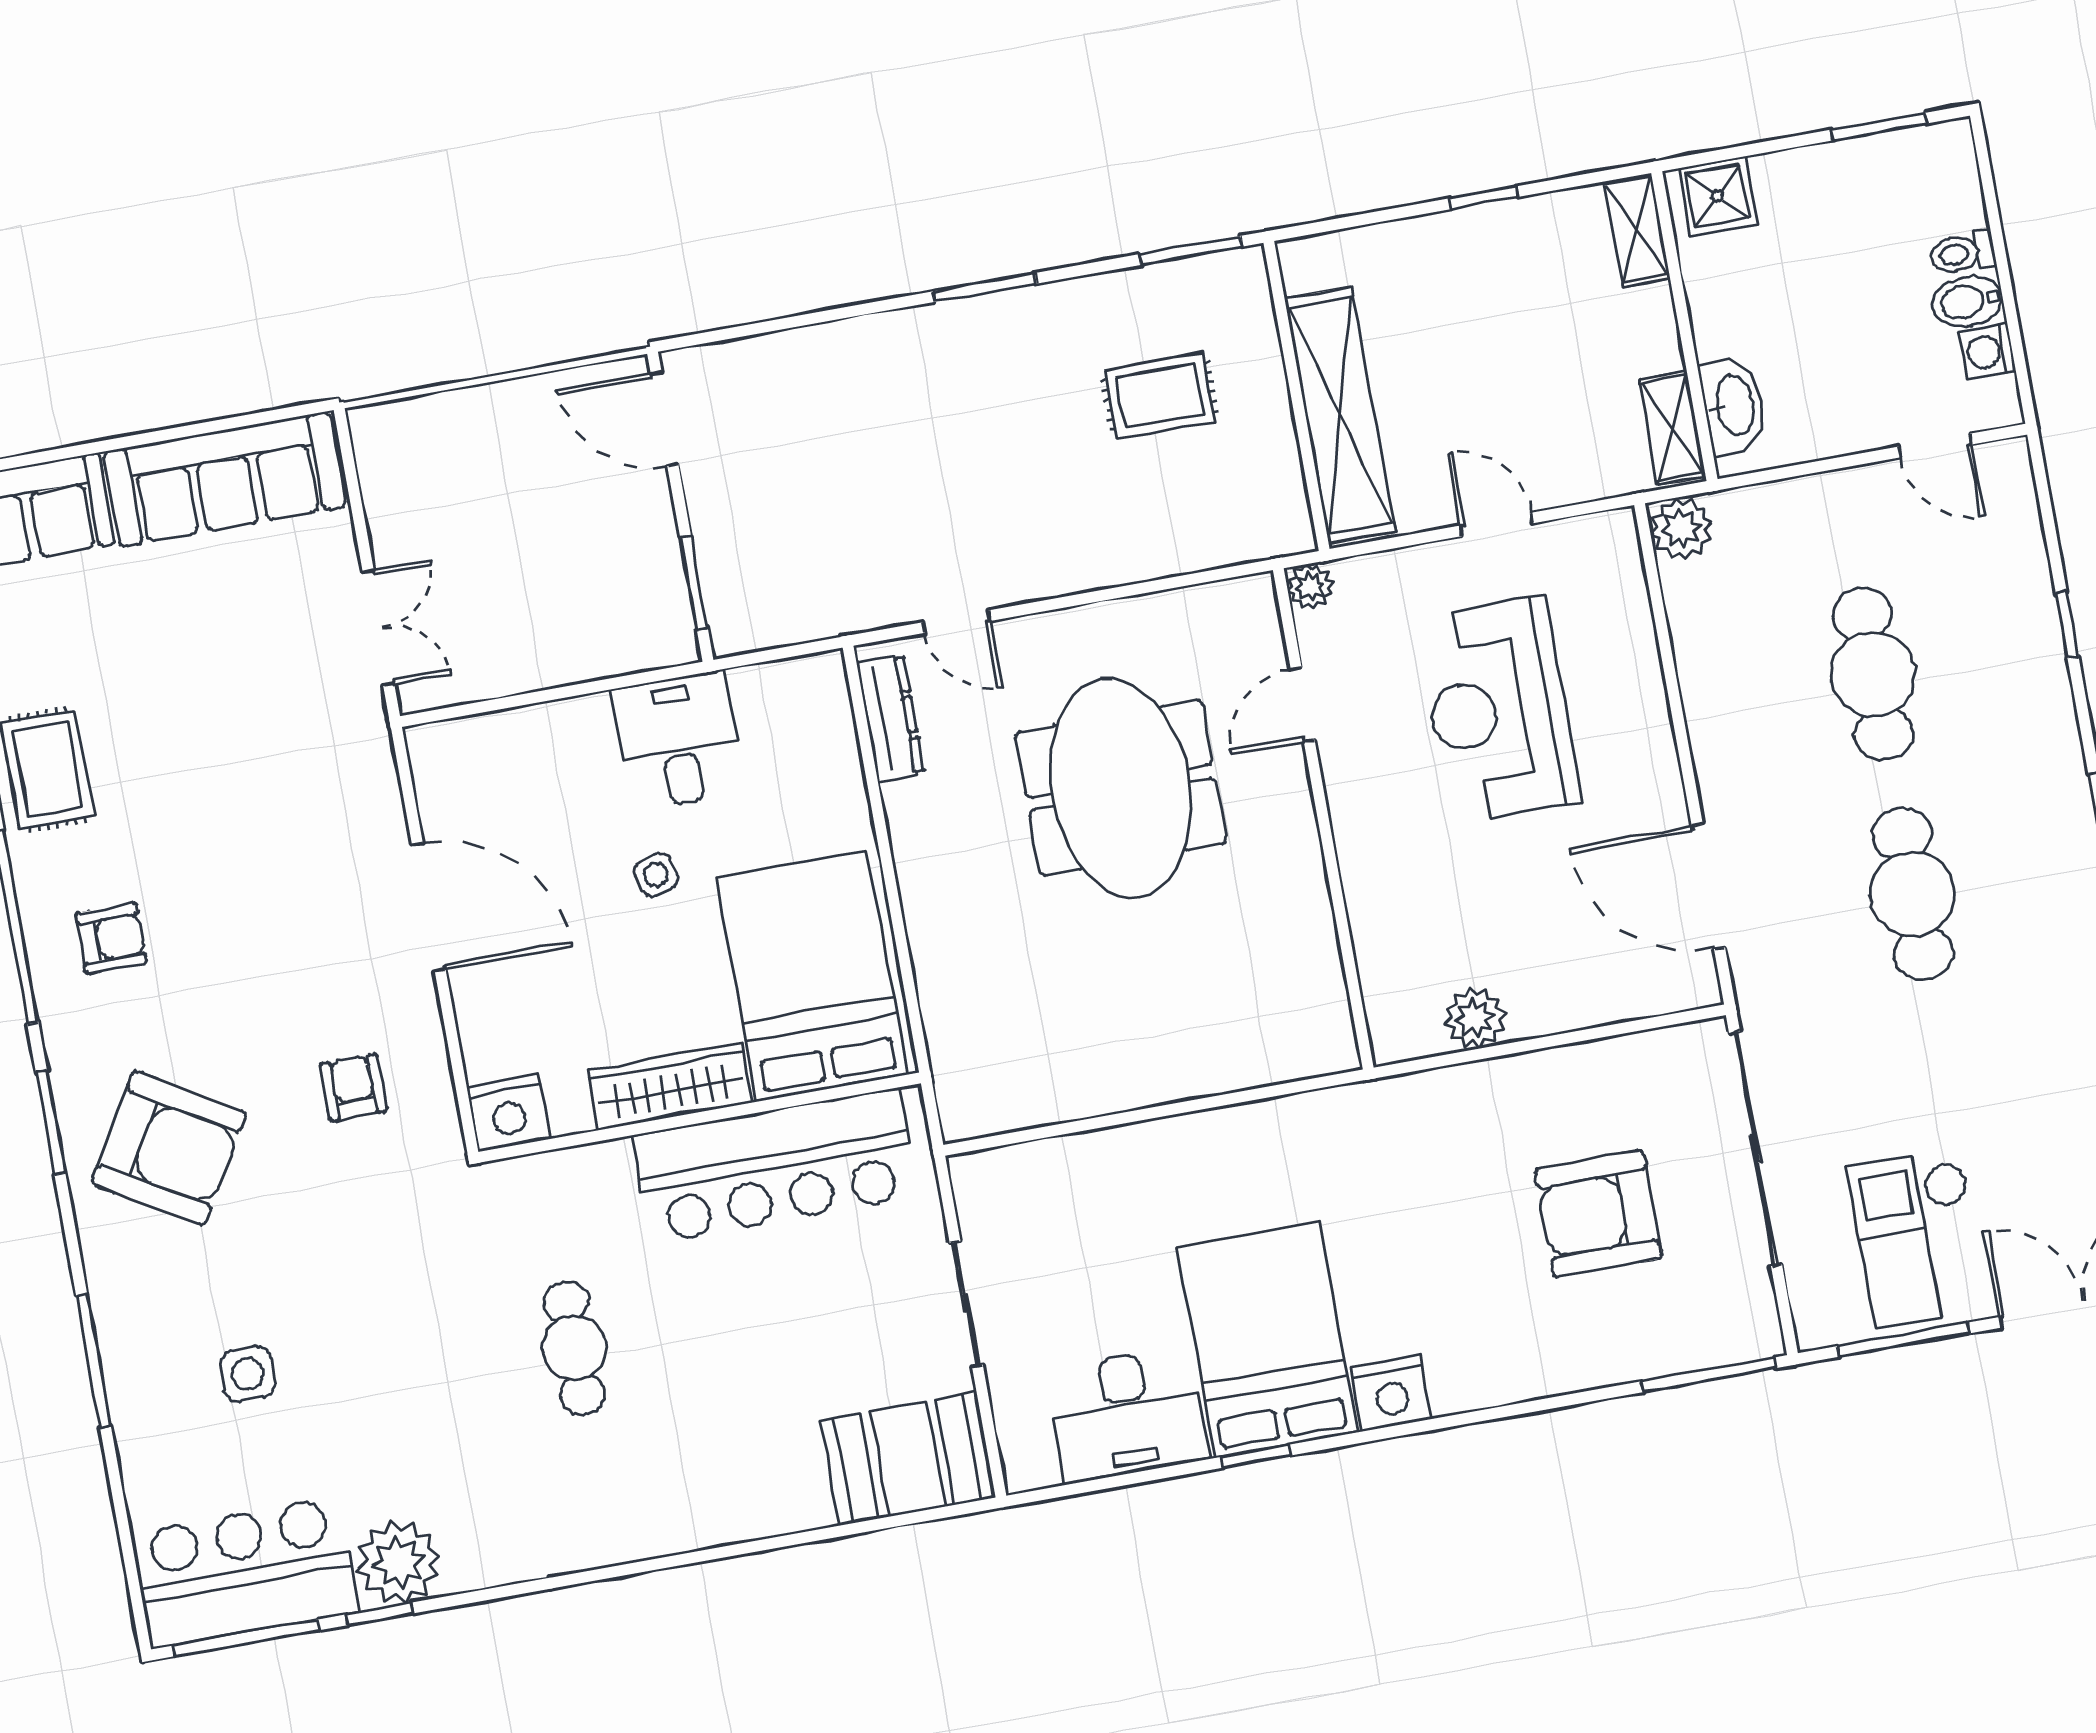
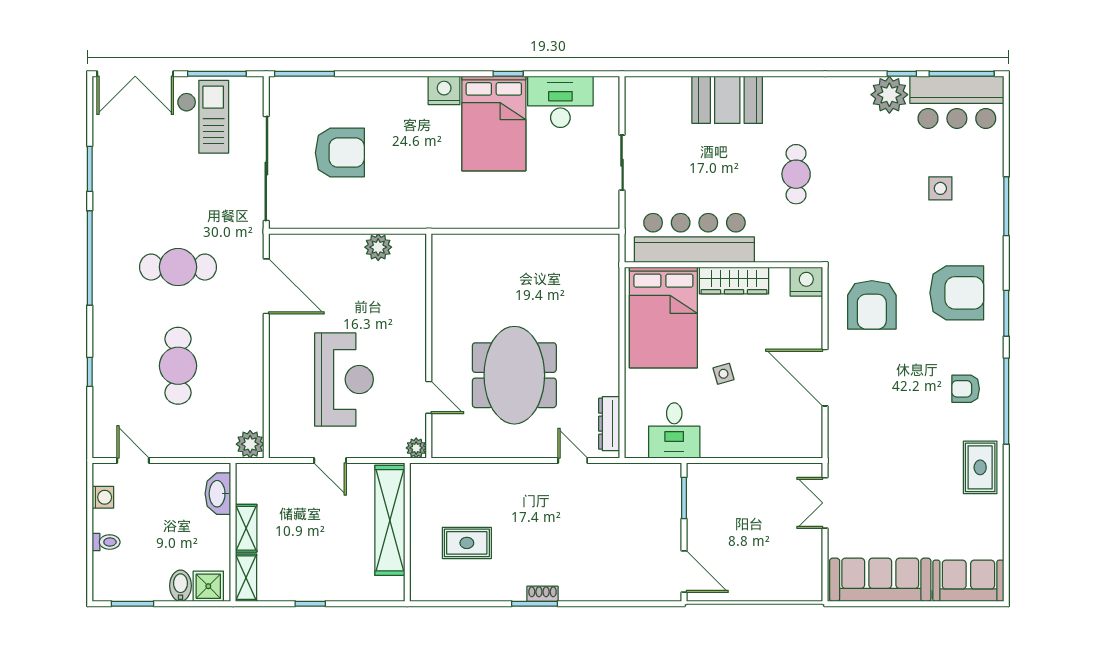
window: (1191, 250) -> (442, 604), removed
bidet: (1968, 301) -> (181, 586), moved, turned -90
shoe rack: (971, 313) -> (543, 594), added
shelving: (1672, 428) -> (246, 528), moved
door: (1303, 704) -> (429, 397), hinge flipped
desk: (678, 741) -> (674, 430), moved
cafe table: (1913, 894) -> (178, 267), turned 90
armchair: (354, 1088) -> (872, 305), width x1.88, depth x1.88
armchair: (169, 1148) -> (957, 293), turned 149
booth: (908, 1459) -> (727, 100), moved

